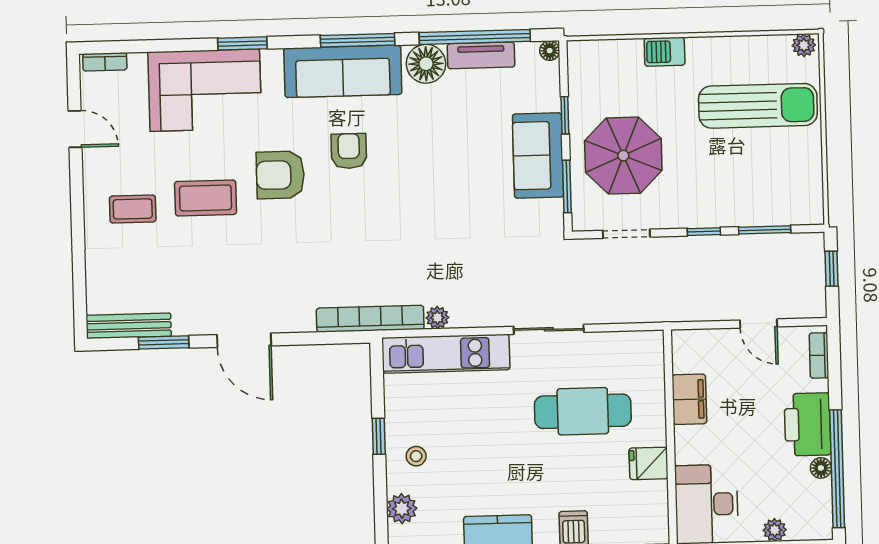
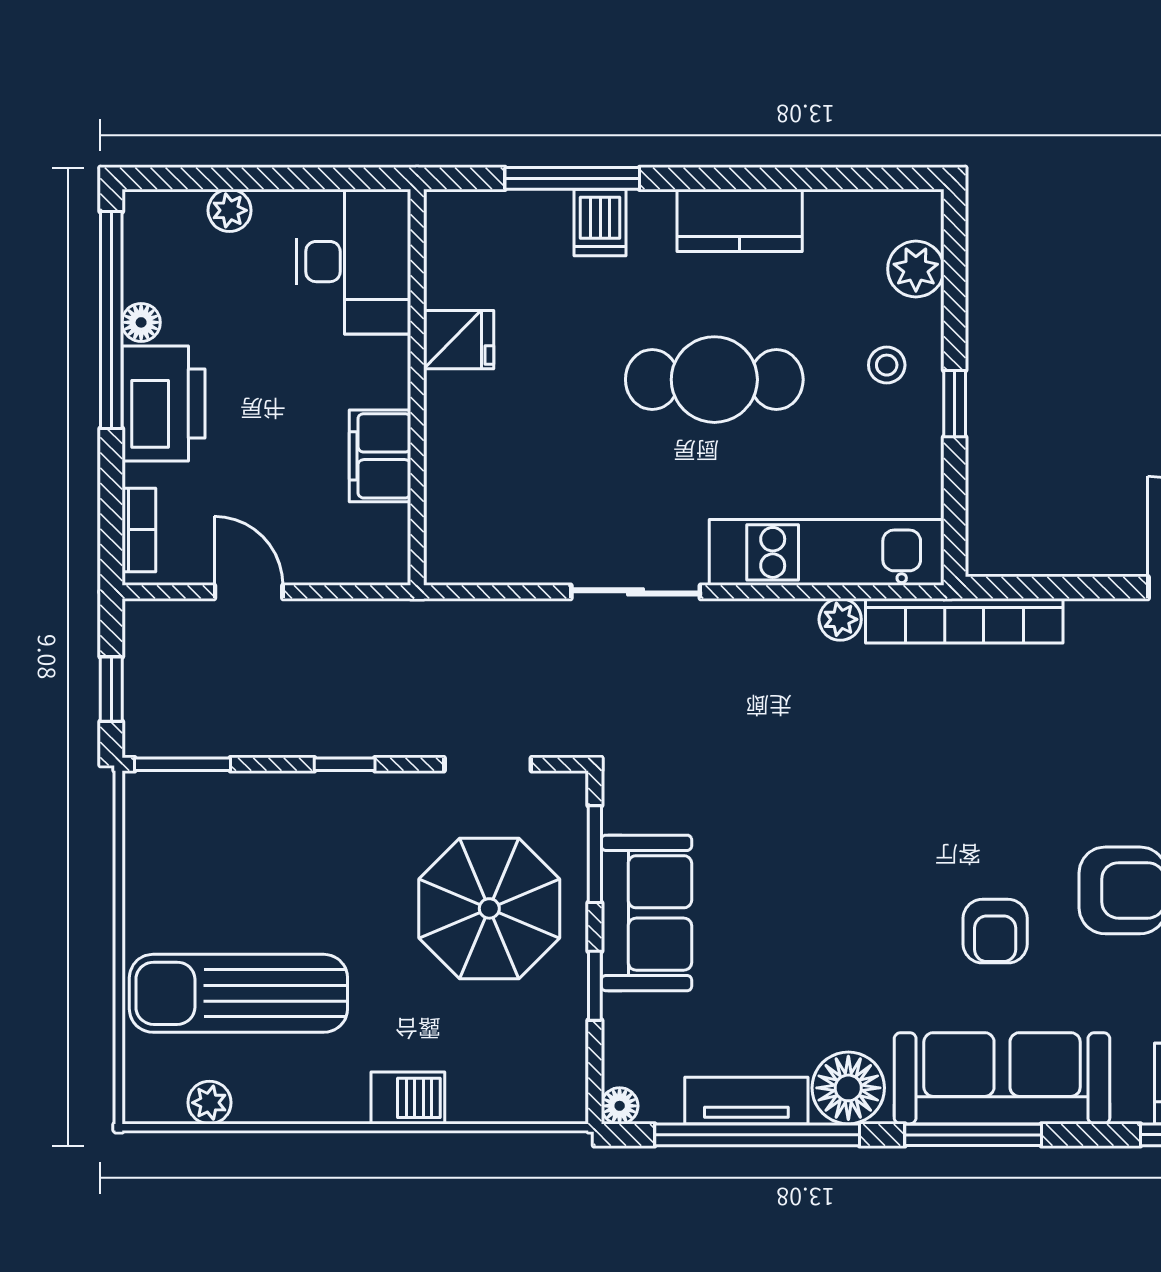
plant: (804, 45) -> (209, 1103), moved
window: (765, 230) -> (182, 764), moved
cafe table: (583, 411) -> (714, 380), moved

